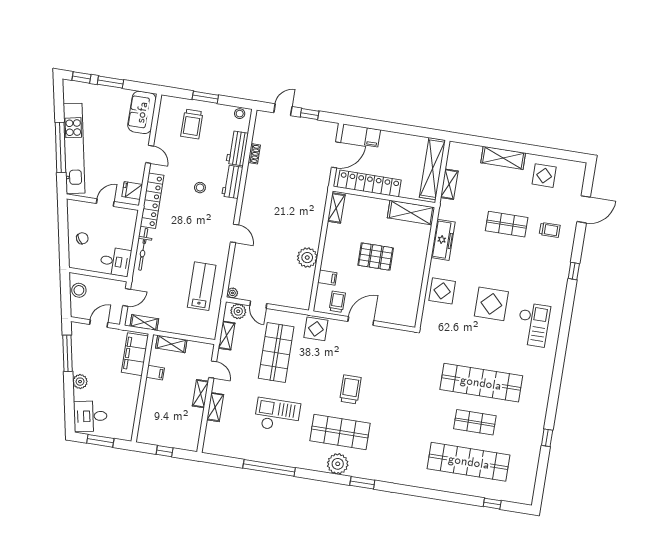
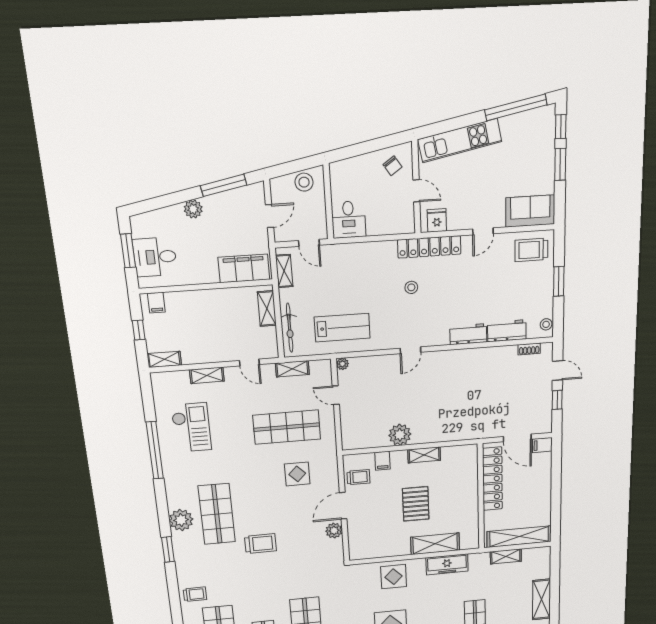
trolley: (192, 124) -> (531, 250), moved
filing cabinet: (373, 137) -> (542, 445), moved
window: (60, 147) -> (516, 107), moved
kitchen unit: (74, 148) -> (460, 141), width x0.73
shoe rack: (254, 154) -> (529, 349), moved
stool: (200, 188) -> (411, 287), moved
shelving: (336, 208) -> (424, 455), moved
shelving: (411, 213) -> (435, 544), moved, turned 90
chair: (82, 238) -> (393, 166), moved
bicycle: (143, 249) -> (290, 328), moved, turned -90
door: (258, 305) -> (336, 395), hinge flipped
plant: (238, 311) -> (334, 531), moved
door: (361, 321) -> (343, 506), swing flipped
door: (99, 324) -> (270, 216), hinge flipped
display table: (316, 329) -> (297, 474), moved
door: (213, 370) -> (249, 362), hinge flipped
filing cabinet: (155, 373) -> (156, 303), moved
trolley: (350, 389) -> (261, 544), moved
shelving: (200, 394) -> (164, 359), moved
checkout: (277, 415) -> (191, 427), moved
desk: (90, 416) -> (155, 257), moved, turned -79
trolley: (412, 472) -> (195, 594), added

